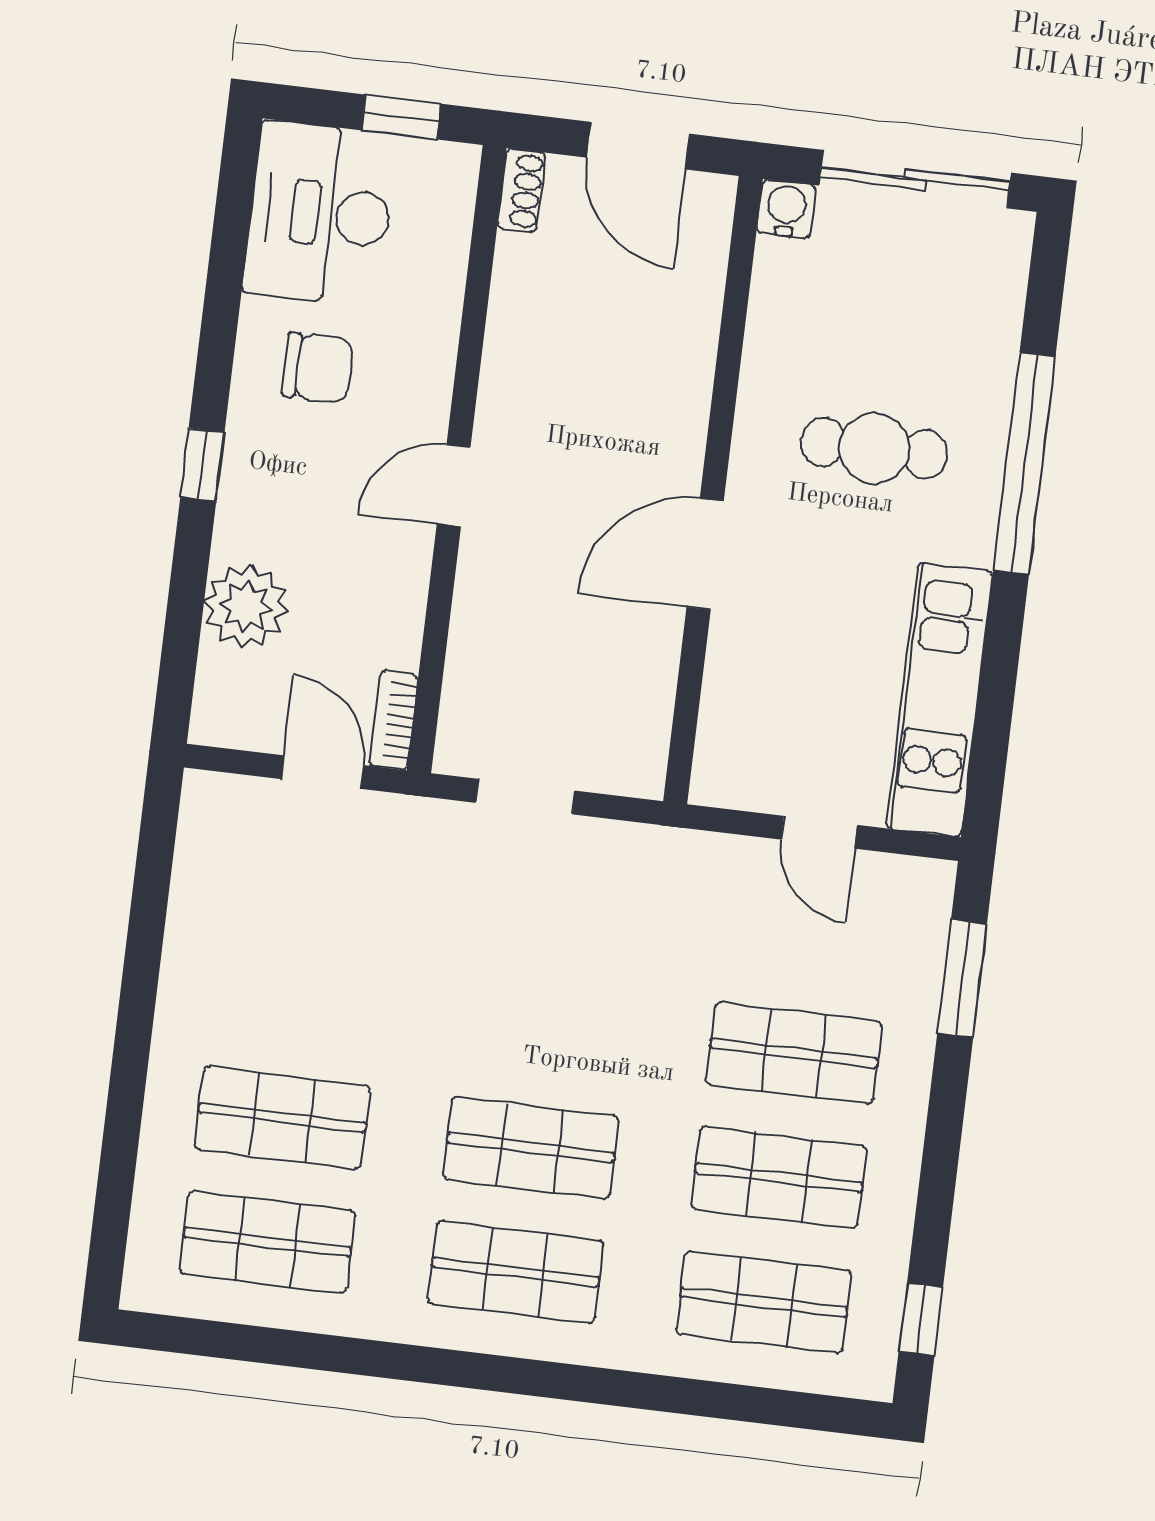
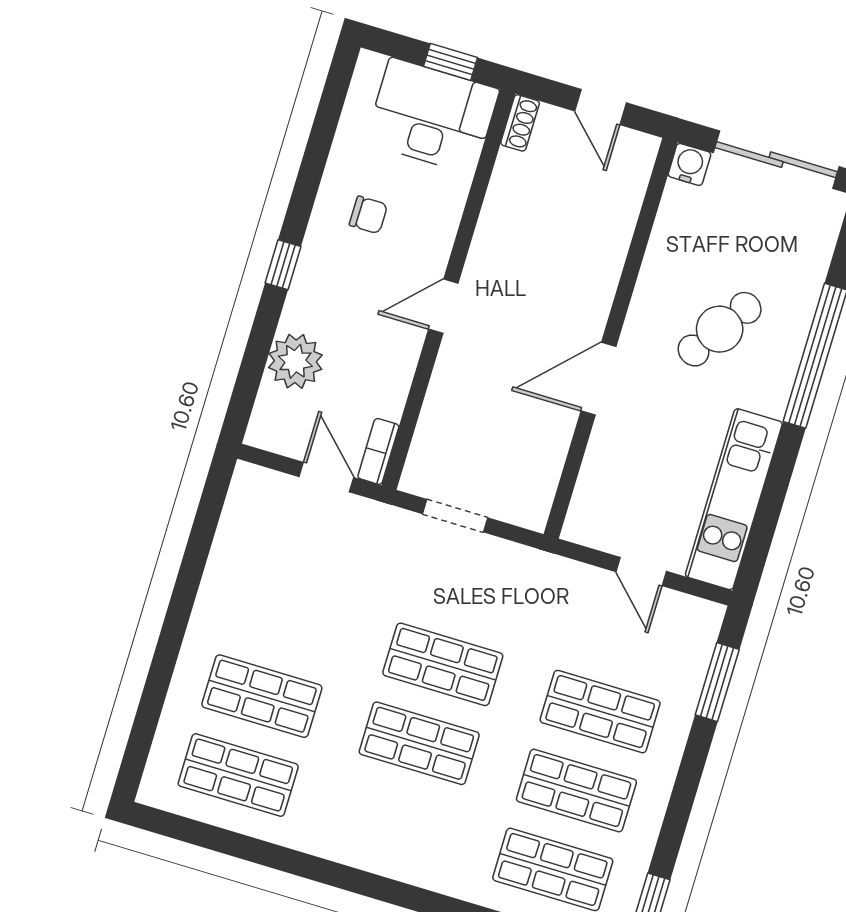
door: (638, 146) -> (601, 107), width x0.73
desk: (320, 214) -> (432, 116), moved, turned 90
chair: (317, 368) -> (368, 215), width x0.73, depth x0.73
cafe table: (874, 448) -> (720, 329), turned -56
shop shelf: (516, 1272) -> (443, 664), moved

